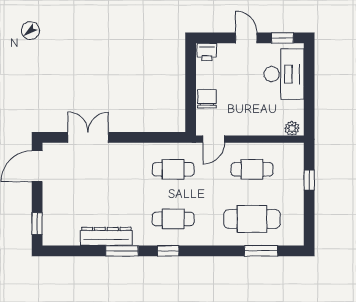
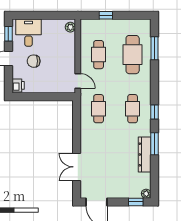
desk: (284, 74) -> (29, 33), width x0.73
chair: (207, 99) -> (34, 61), moved
plant: (49, 239) -> (146, 194), added

